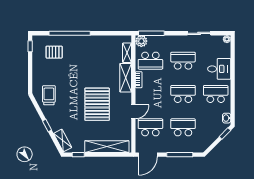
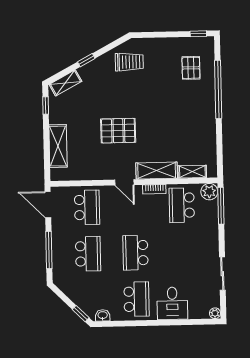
school desk: (183, 61) -> (183, 252), removed
school desk: (183, 94) -> (135, 253), turned 180
pallet: (97, 104) -> (118, 131), width x0.73, depth x0.71
door: (133, 112) -> (124, 182), moved
shelving: (107, 147) -> (58, 146), width x0.68

